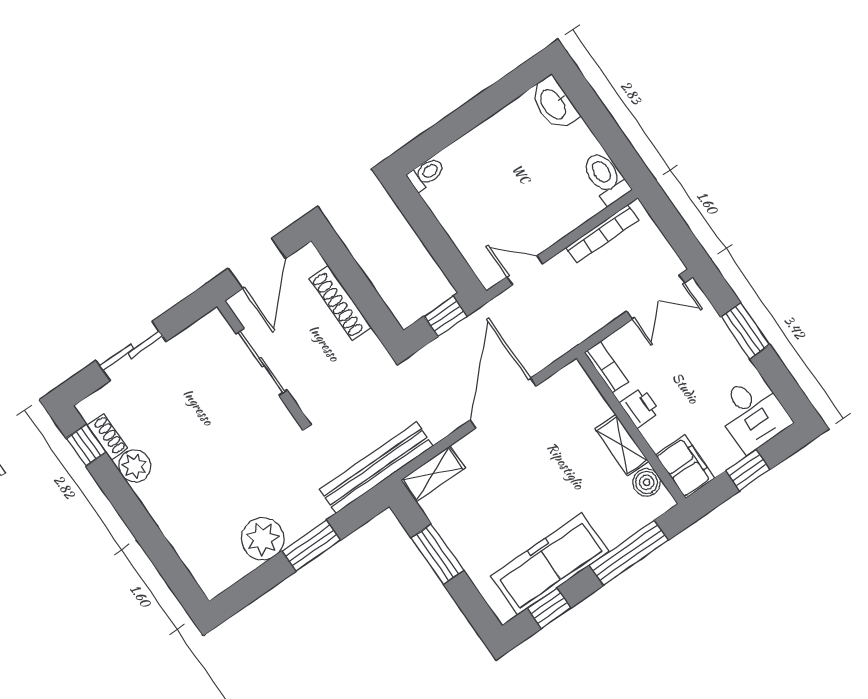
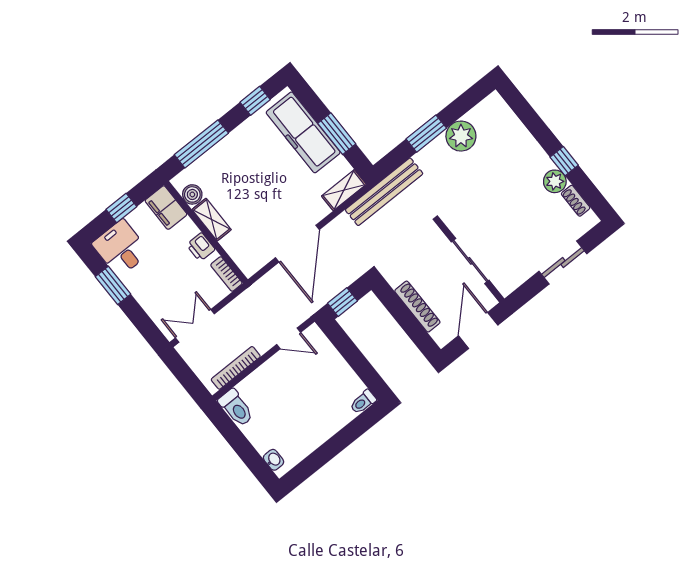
washbasin: (554, 104) -> (273, 460), width x0.52, depth x0.69
window: (745, 331) -> (113, 285), moved
window: (86, 445) -> (564, 161), moved
freezer: (550, 564) -> (303, 132), moved, turned 90

